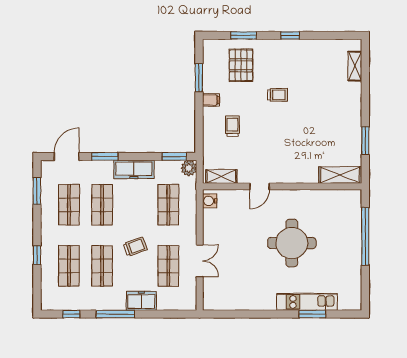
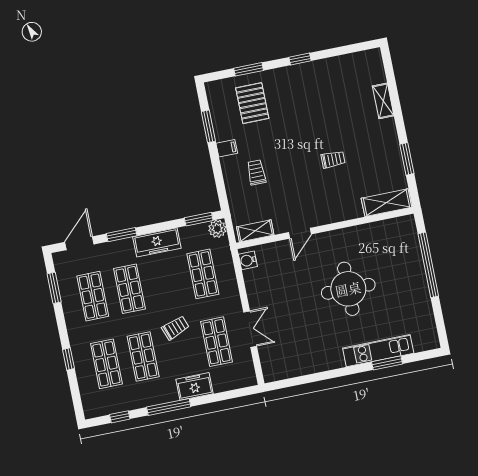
shelving: (355, 66) -> (383, 101), moved
trolley: (277, 95) -> (333, 159), moved

